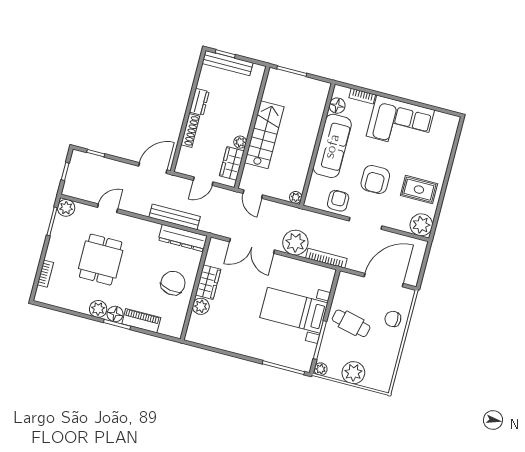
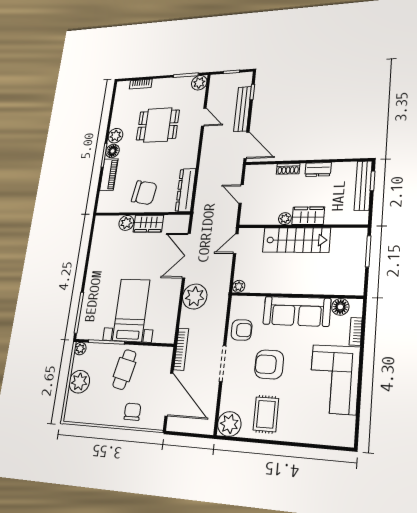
shoe rack: (190, 131) -> (288, 169), width x0.70
wardrobe: (232, 163) -> (308, 216), moved
bench: (175, 217) -> (243, 109), moved
bookcase: (326, 258) -> (181, 349), moved

